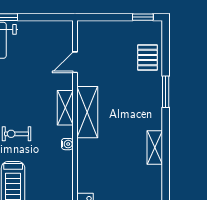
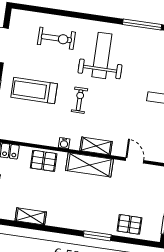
shelving: (155, 147) -> (31, 216), moved
pallet: (90, 164) -> (44, 161), added

